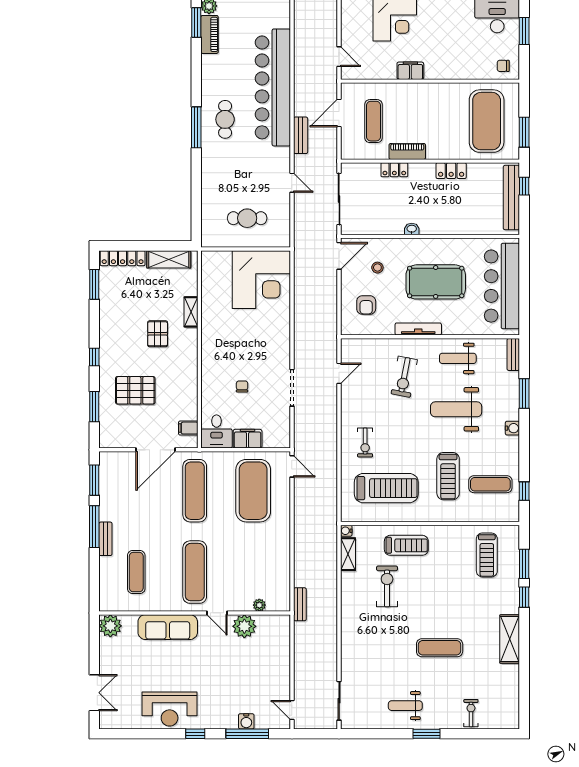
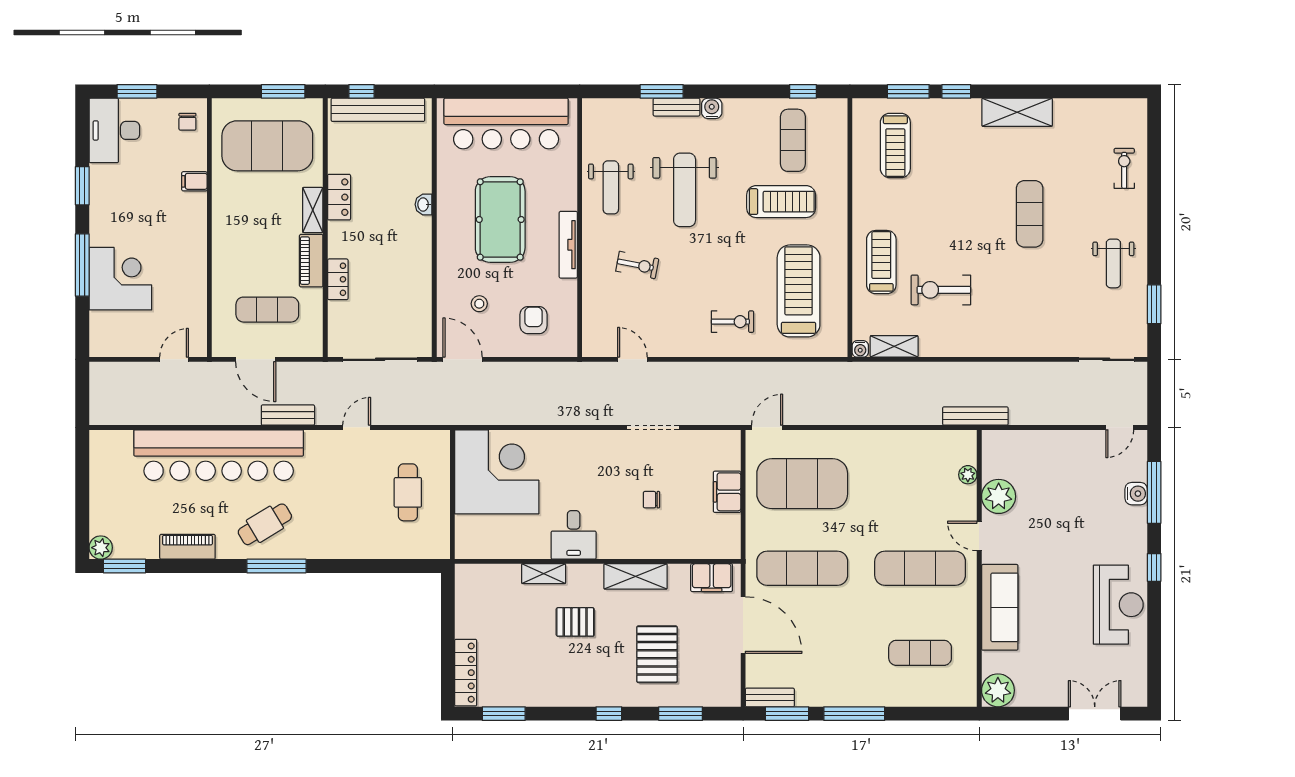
piano: (210, 34) -> (187, 547), moved
filing cabinet: (410, 71) -> (194, 181), moved, width x0.50
cafe table: (225, 119) -> (265, 524), turned -31
shelving: (442, 153) -> (313, 210), added
washbasin: (412, 229) -> (424, 204), moved
shelving: (169, 259) -> (636, 576), moved, turned 90
armchair: (366, 305) -> (534, 320), turned -90
bench: (513, 354) -> (676, 107), moved
exercise bike: (404, 377) -> (637, 265), width x0.73, depth x0.72
filing cabinet: (188, 428) -> (712, 578), width x2.00
desk: (217, 431) -> (574, 535), moved, turned 90
bench: (105, 539) -> (770, 697), moved
treadmill: (487, 555) -> (895, 145), turned 90
bench: (300, 604) -> (975, 416), width x1.36
door: (217, 613) -> (979, 536), swing flipped
exercise bike: (471, 713) -> (1124, 168), turned 90
window: (427, 734) -> (1154, 304), moved

